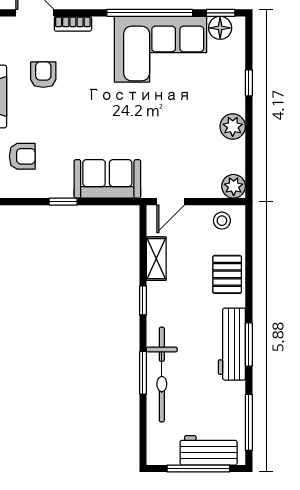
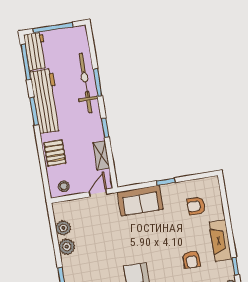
plant: (234, 186) -> (63, 228), moved
workbench: (232, 344) -> (46, 101), width x1.36, depth x1.32
workbench: (209, 450) -> (36, 51), moved, turned -90

